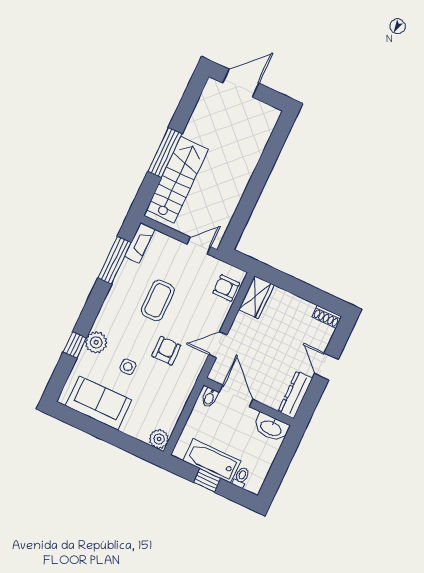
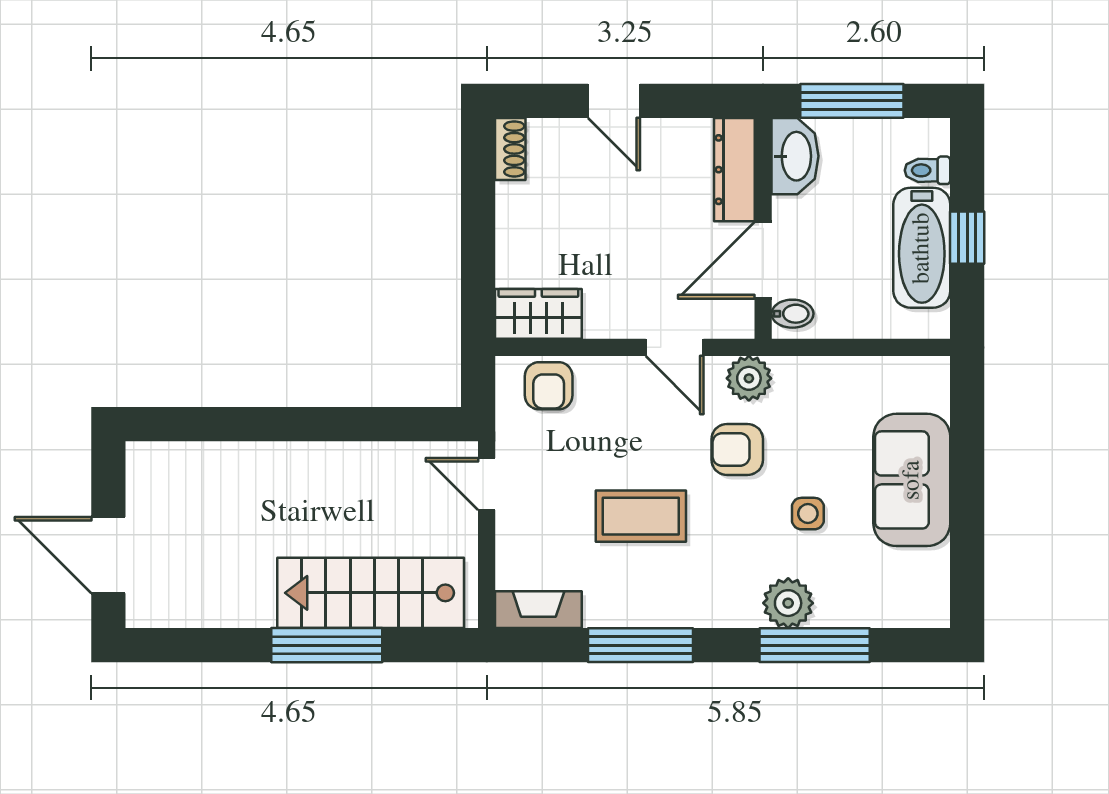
window: (114, 260) -> (640, 645), moved
window: (75, 345) -> (815, 645), width x2.17
door: (326, 366) -> (614, 101), hinge flipped
dresser: (295, 395) -> (734, 170), moved, turned 90
sofa: (98, 403) -> (912, 480), moved
plant: (159, 439) -> (749, 378), moved
window: (282, 460) -> (852, 101), added

